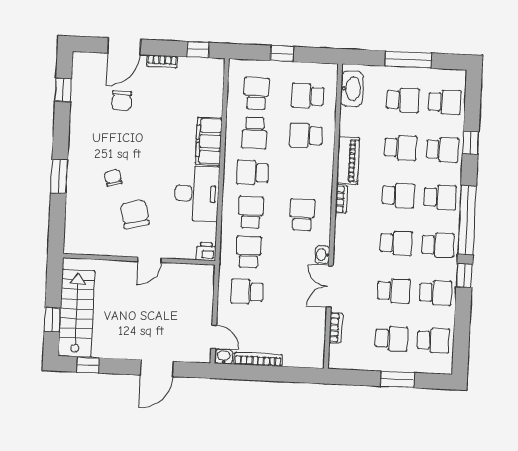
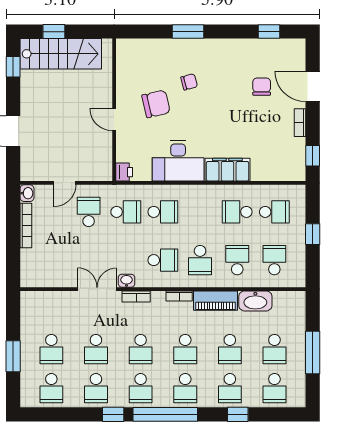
washbasin: (352, 89) -> (255, 301), moved
chair: (122, 101) -> (262, 87), turned 90
school desk: (253, 173) -> (200, 260), moved, turned 180
bookcase: (336, 328) -> (136, 296), moved
door: (214, 337) -> (65, 183), moved

